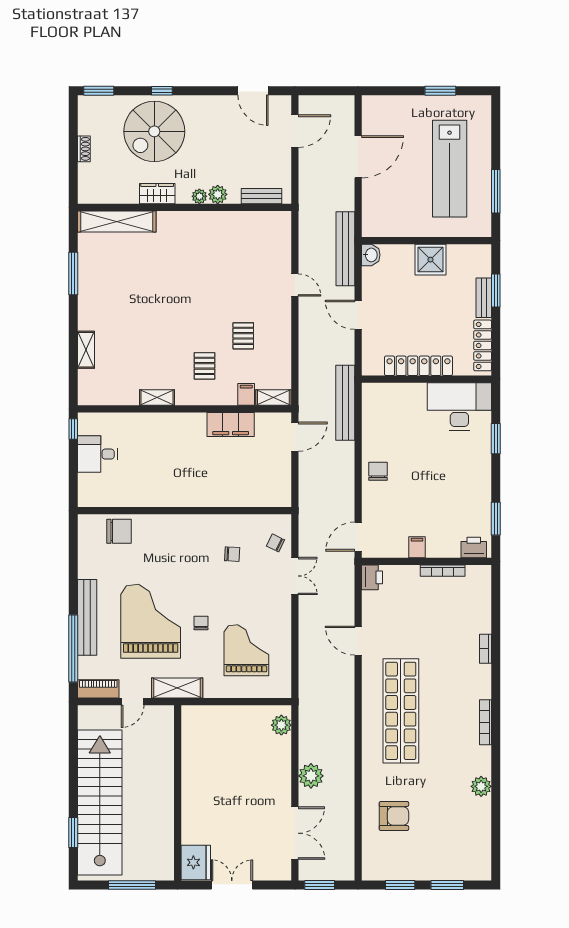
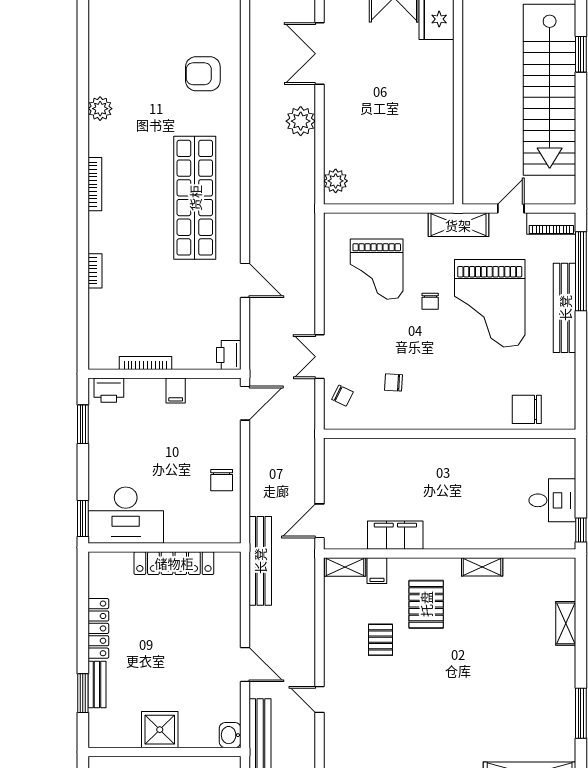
pallet: (205, 366) -> (426, 604), width x1.50, depth x1.42
locker: (418, 366) -> (174, 563), moved
wall: (426, 379) -> (164, 547), moved
desk: (459, 407) -> (126, 515), moved

